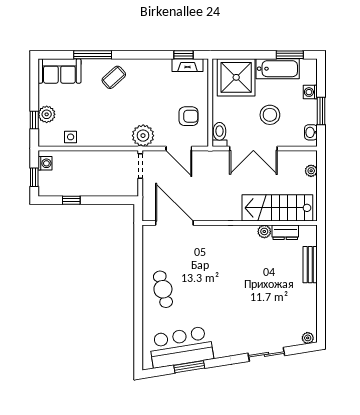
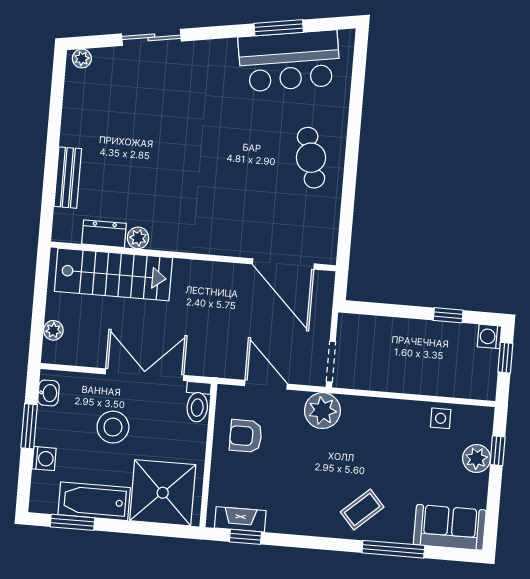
washing machine: (45, 163) -> (489, 336), moved

